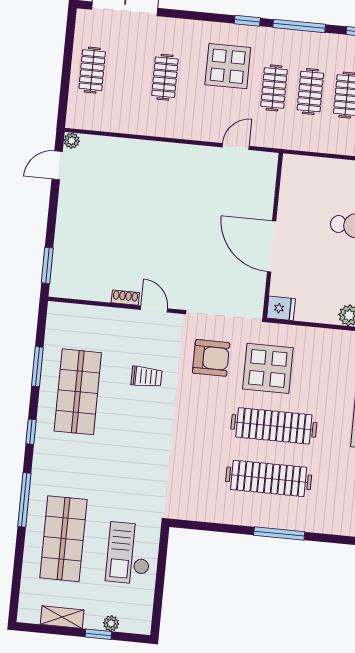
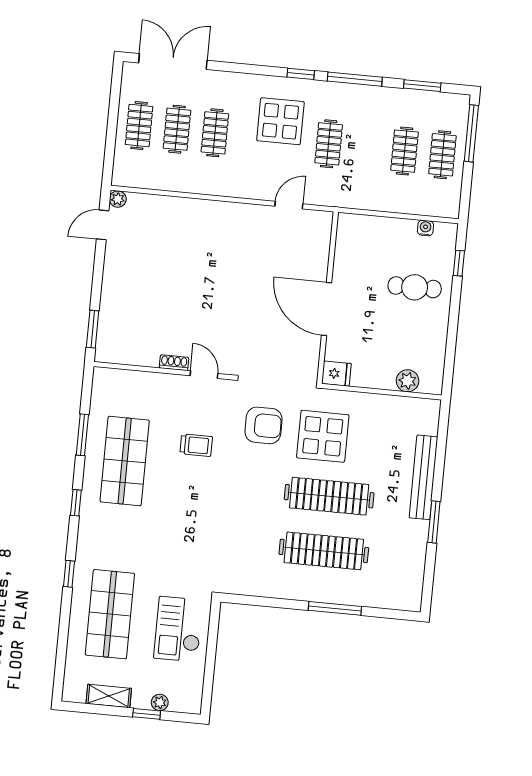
clothes rail: (310, 92) -> (177, 129), moved
window: (24, 500) -> (69, 574), width x0.46

